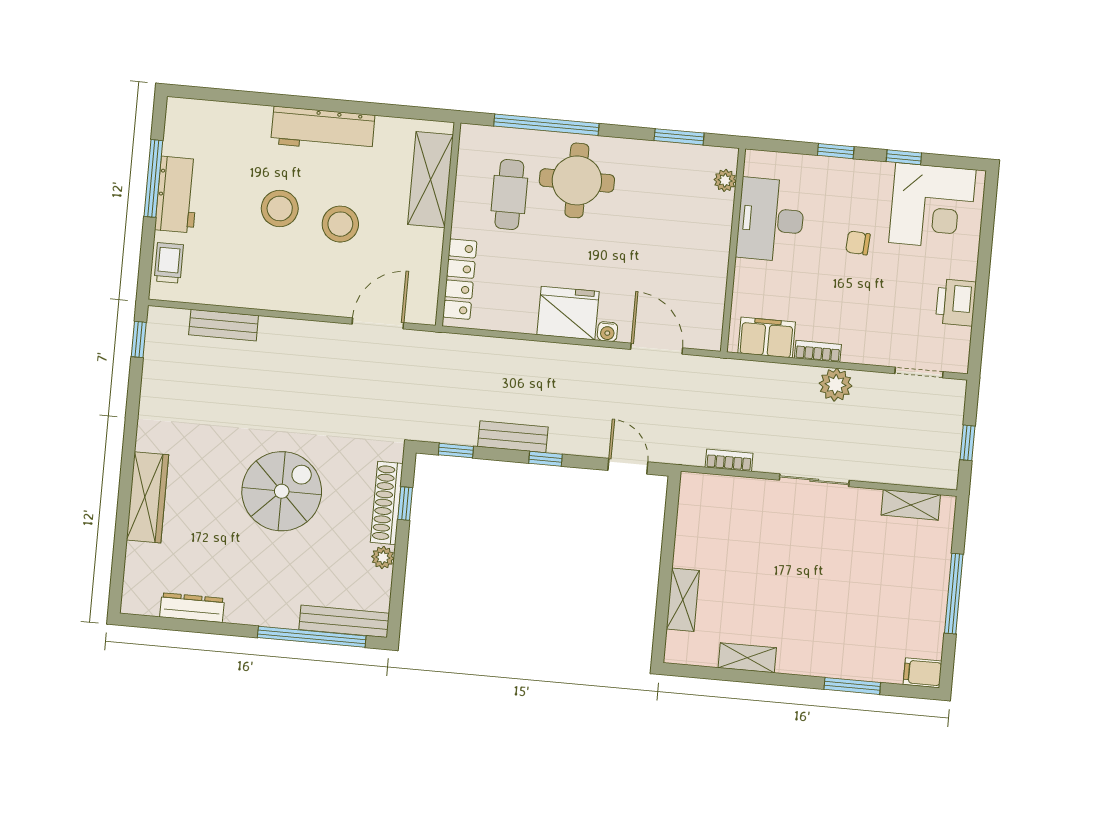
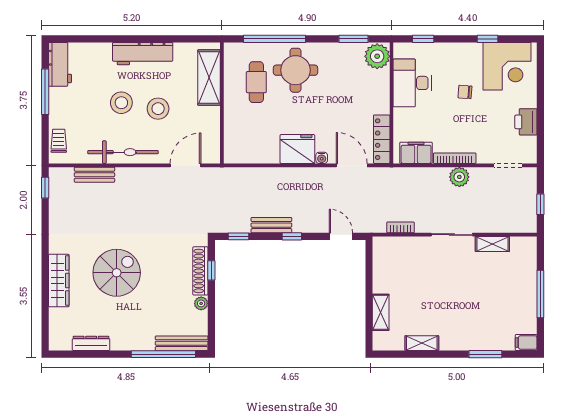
window: (836, 151) -> (423, 39), moved
plant: (725, 180) -> (377, 56), width x1.88, depth x1.88
workbench: (177, 195) -> (60, 64), moved
locker: (460, 279) -> (382, 139), moved, turned 180
bicycle: (275, 292) -> (123, 152), added
bookcase: (818, 351) -> (455, 158), width x1.56
spiral stairs: (282, 491) -> (117, 273), moved
shelving: (911, 505) -> (492, 244), moved

